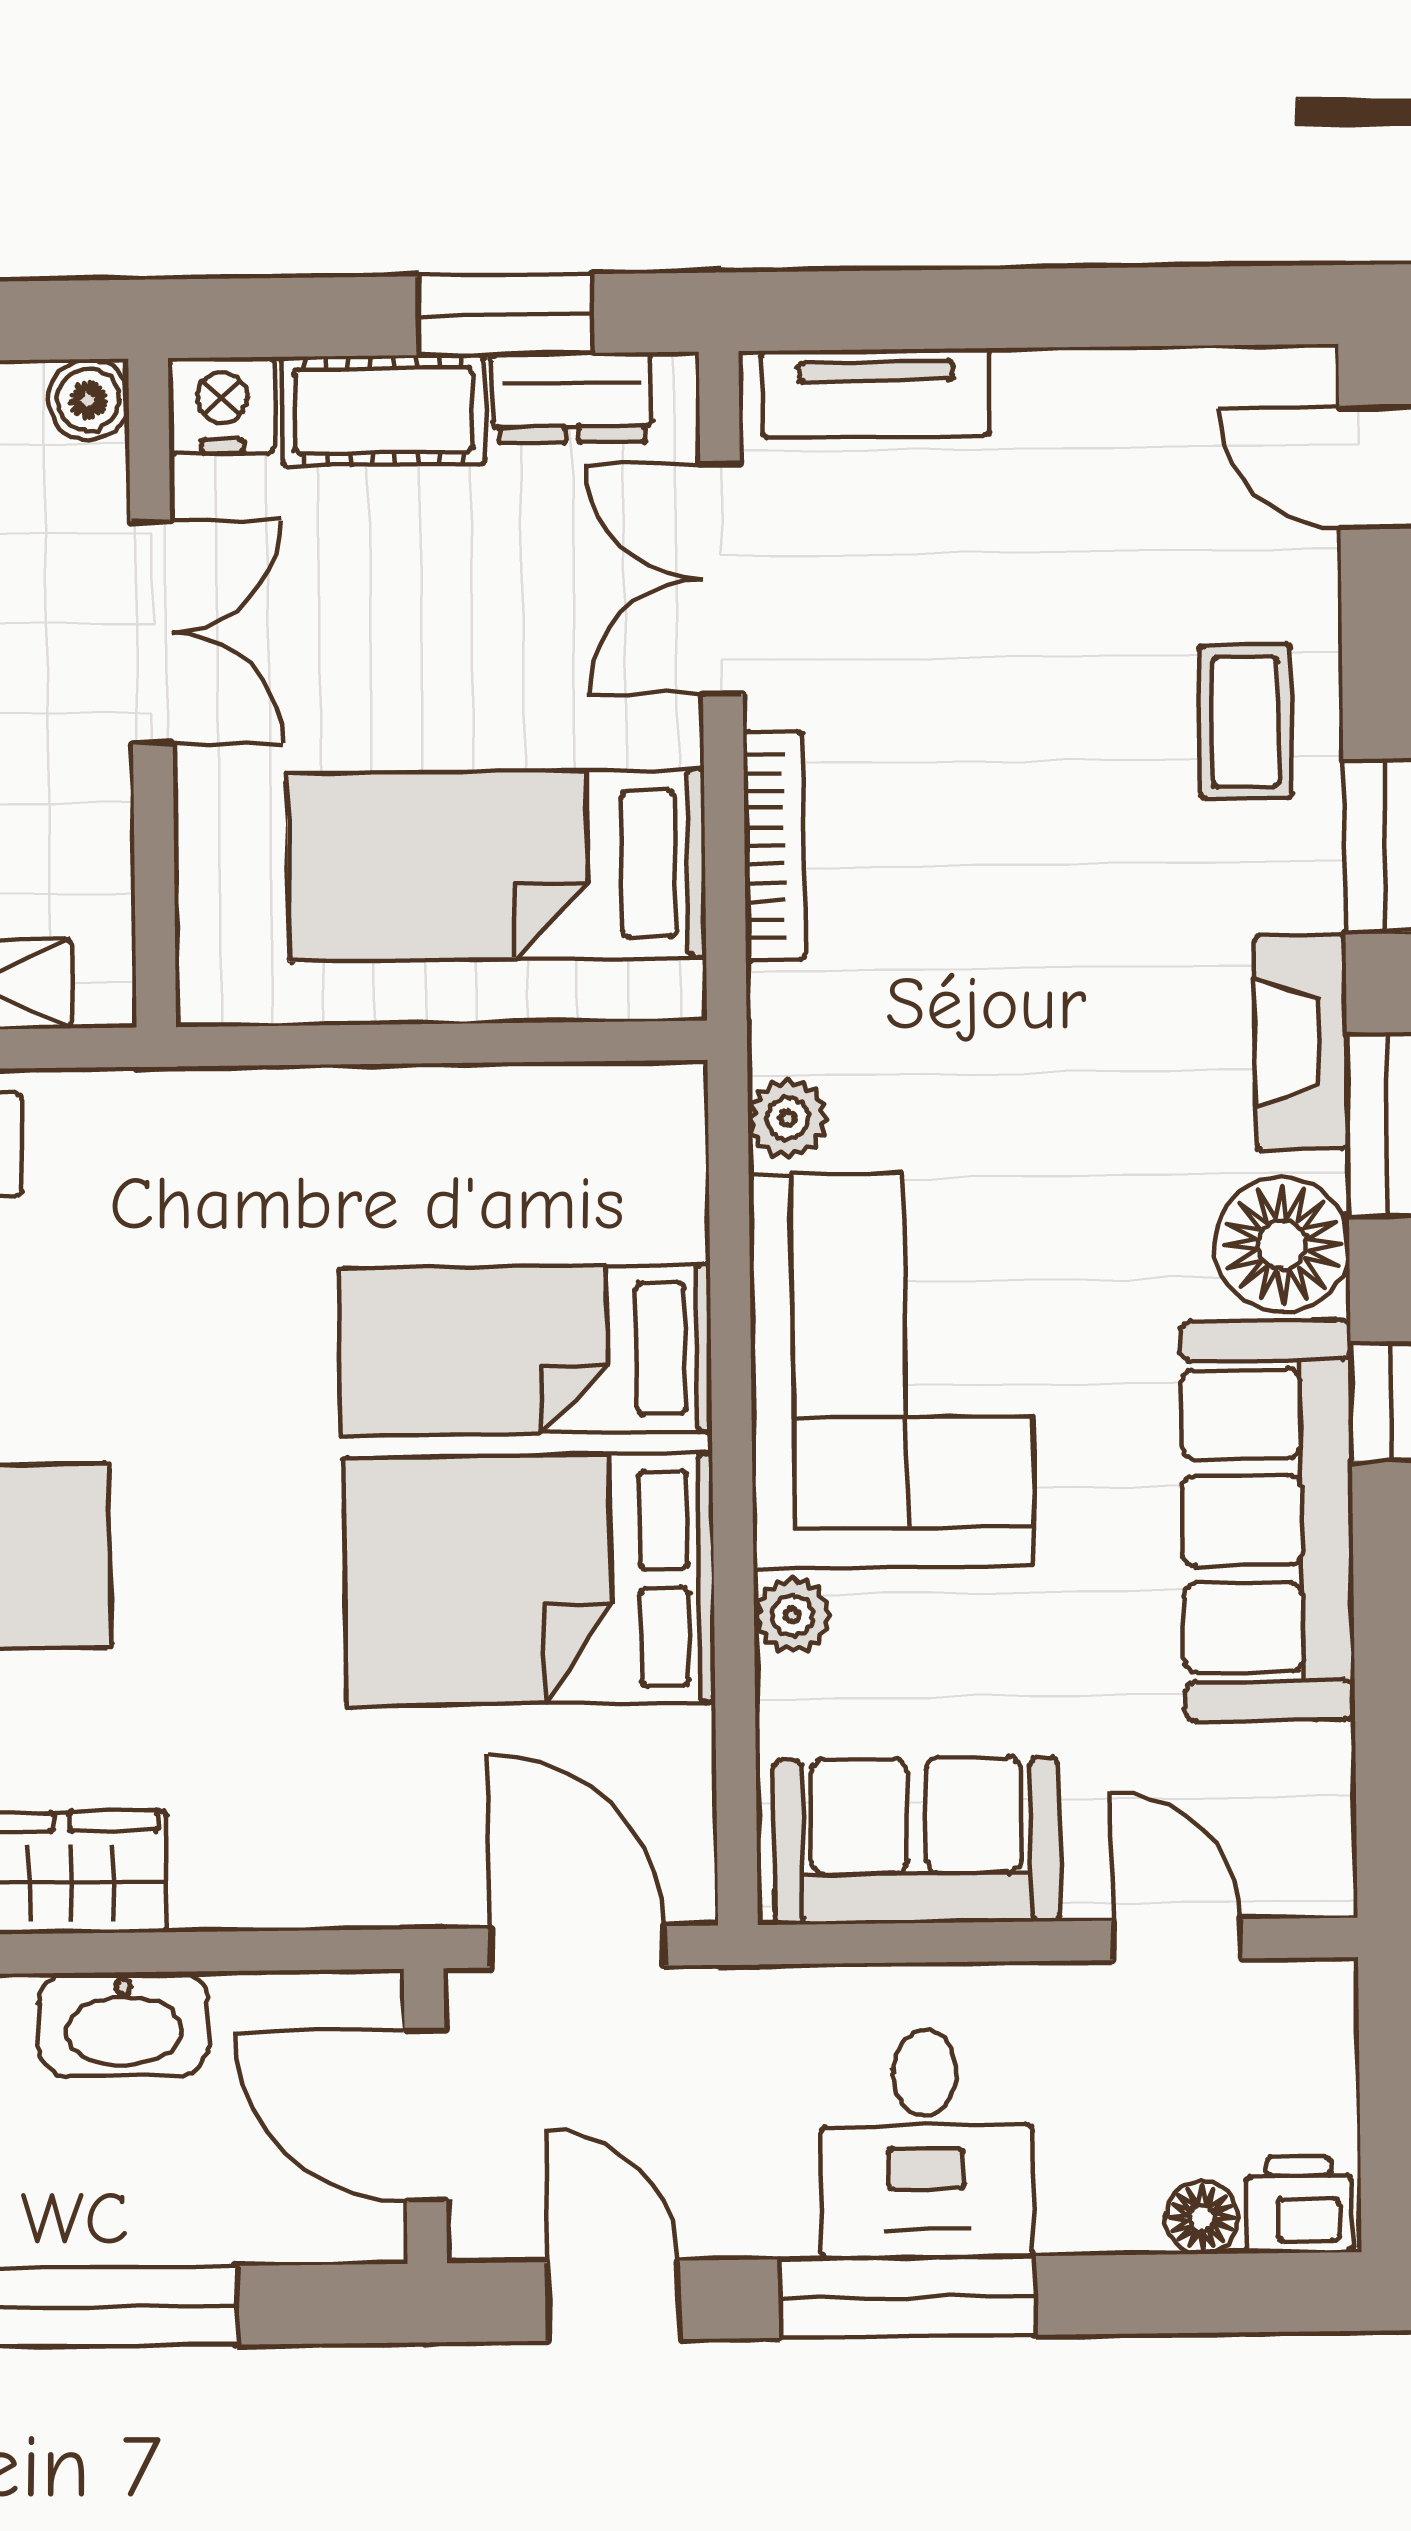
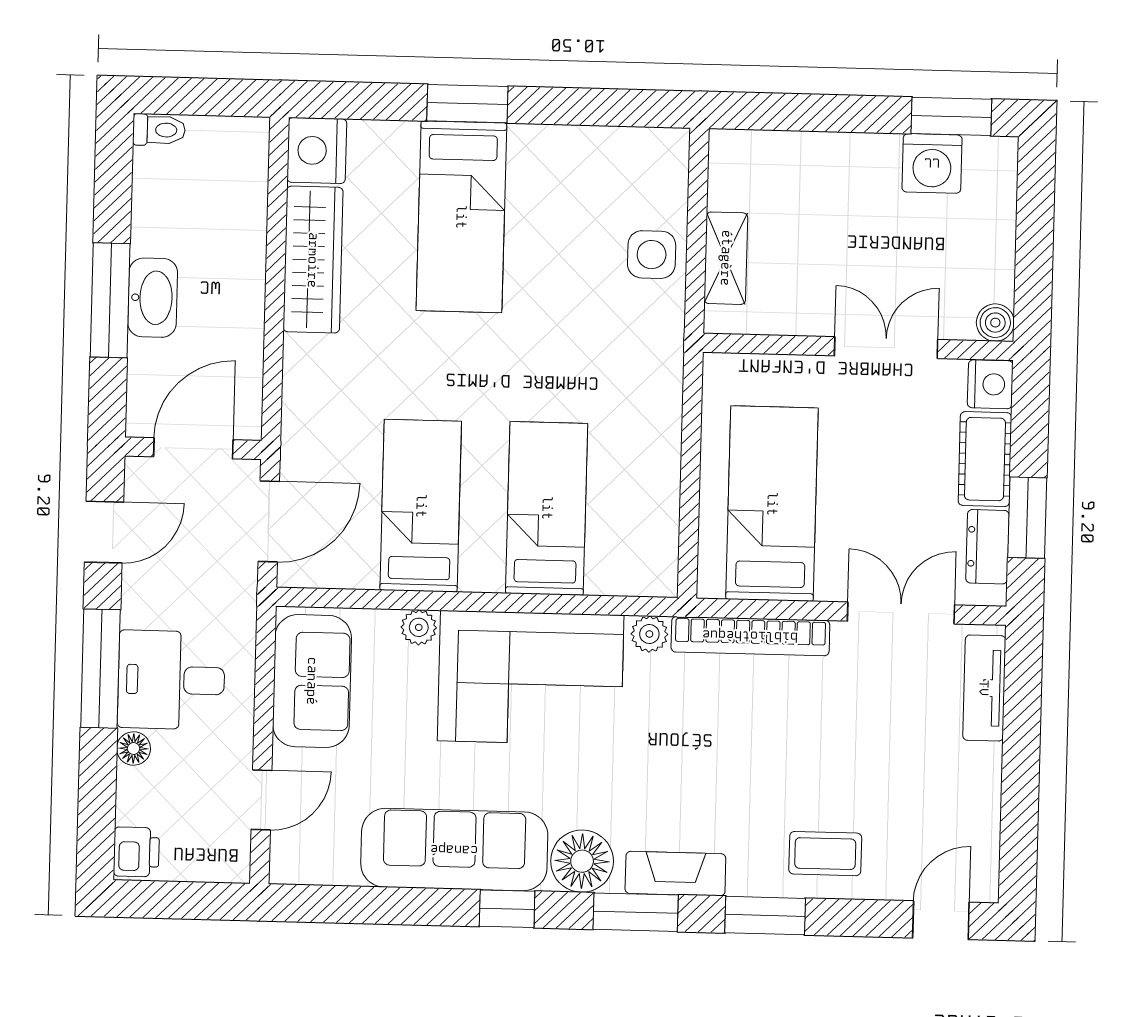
double door: (151, 633) -> (886, 348), swing flipped
bookcase: (774, 846) -> (750, 636), width x1.48, depth x1.31
bed: (530, 1580) -> (421, 506), width x0.67
washbasin: (124, 2024) -> (153, 298), moved, turned 180
floor lamp: (1202, 2218) -> (134, 749), moved

